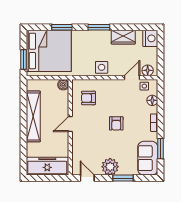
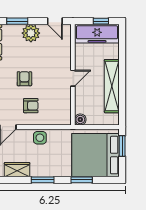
armchair: (88, 98) -> (31, 106), moved
window: (44, 178) -> (101, 21), added

